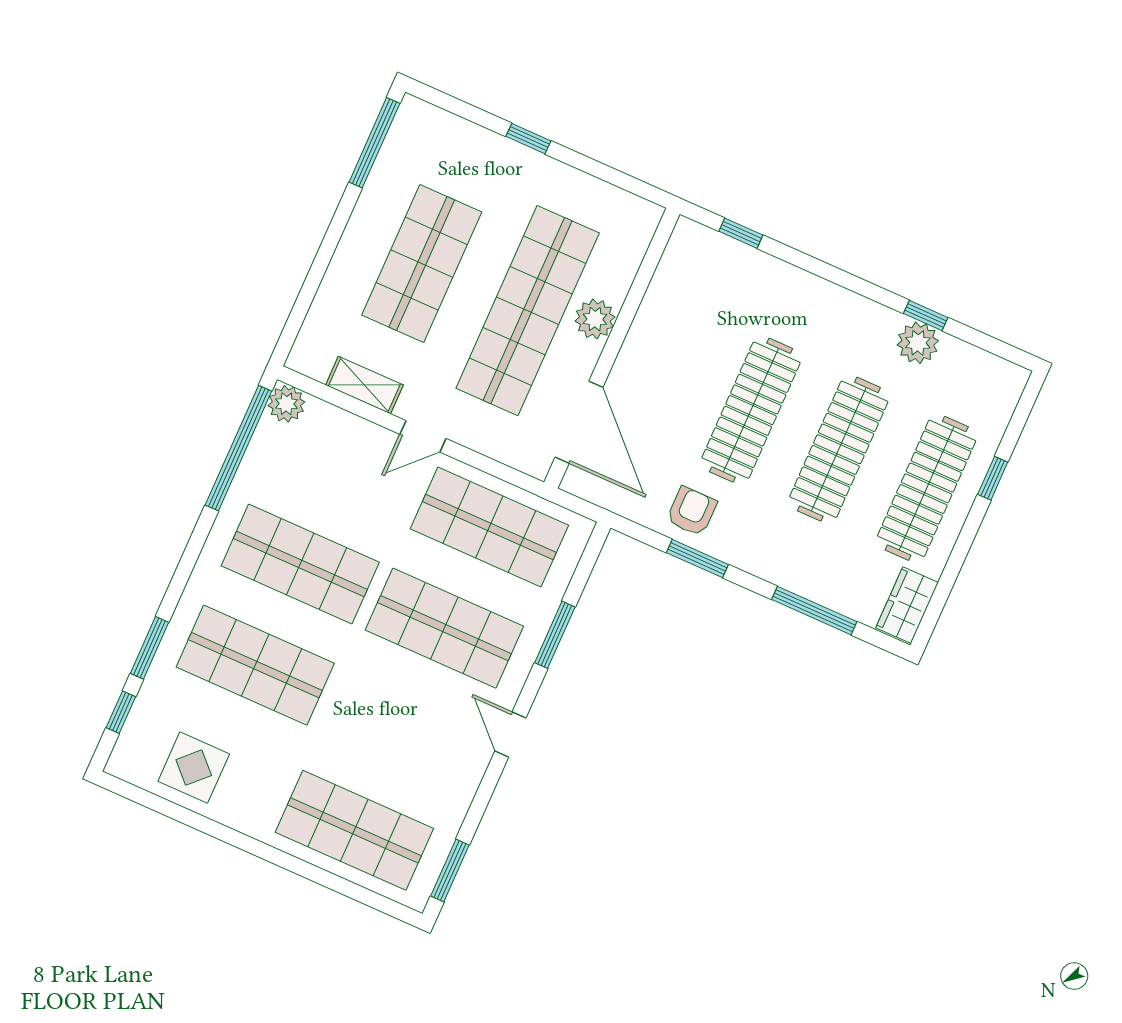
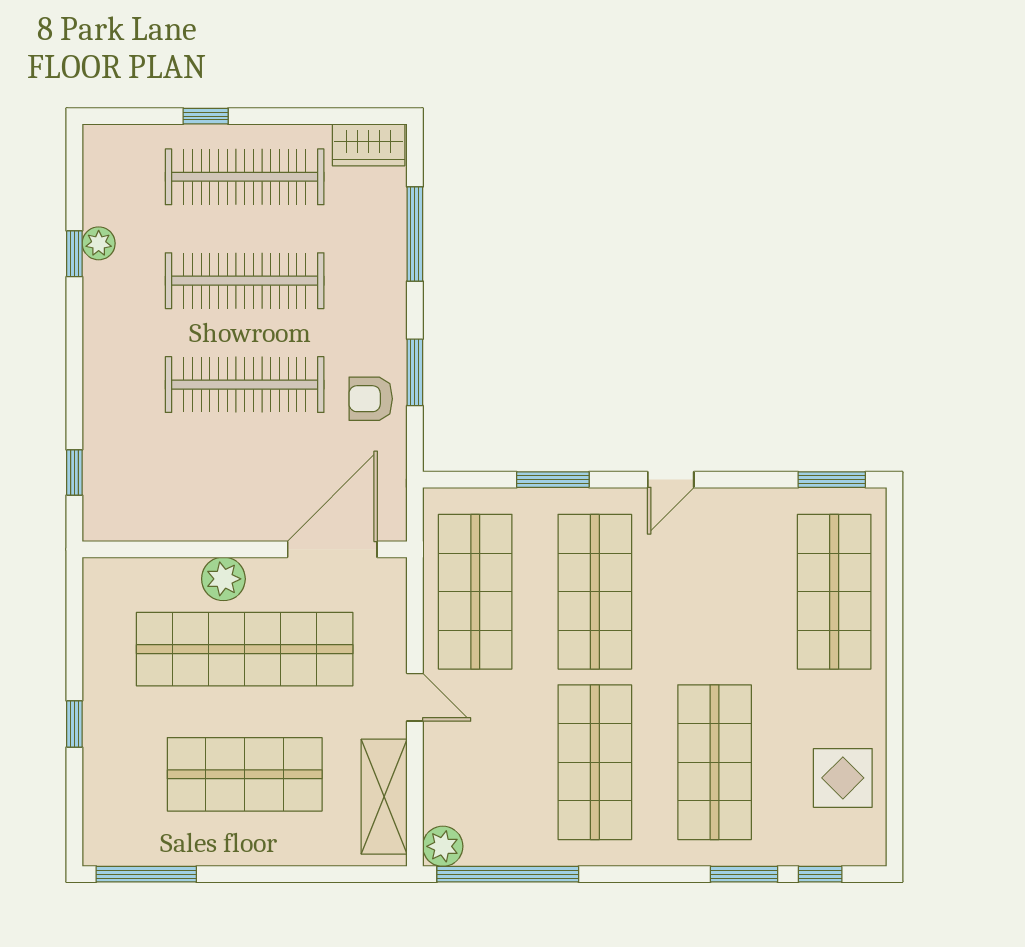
plant: (918, 343) -> (99, 243), width x0.73, depth x0.73
shelving: (364, 385) -> (384, 797), width x1.50, depth x1.33

